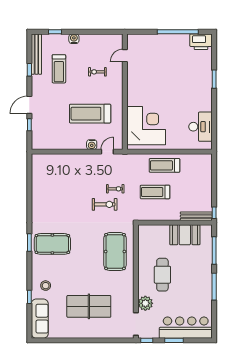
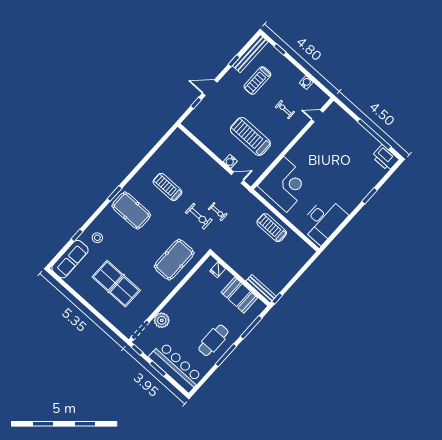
water cooler: (74, 39) -> (306, 83), moved
desk: (201, 127) -> (323, 220), width x1.36, depth x1.30
treadmill: (155, 192) -> (167, 187), moved
fridge: (153, 231) -> (218, 270), added
cafe table: (162, 275) -> (213, 340), moved

